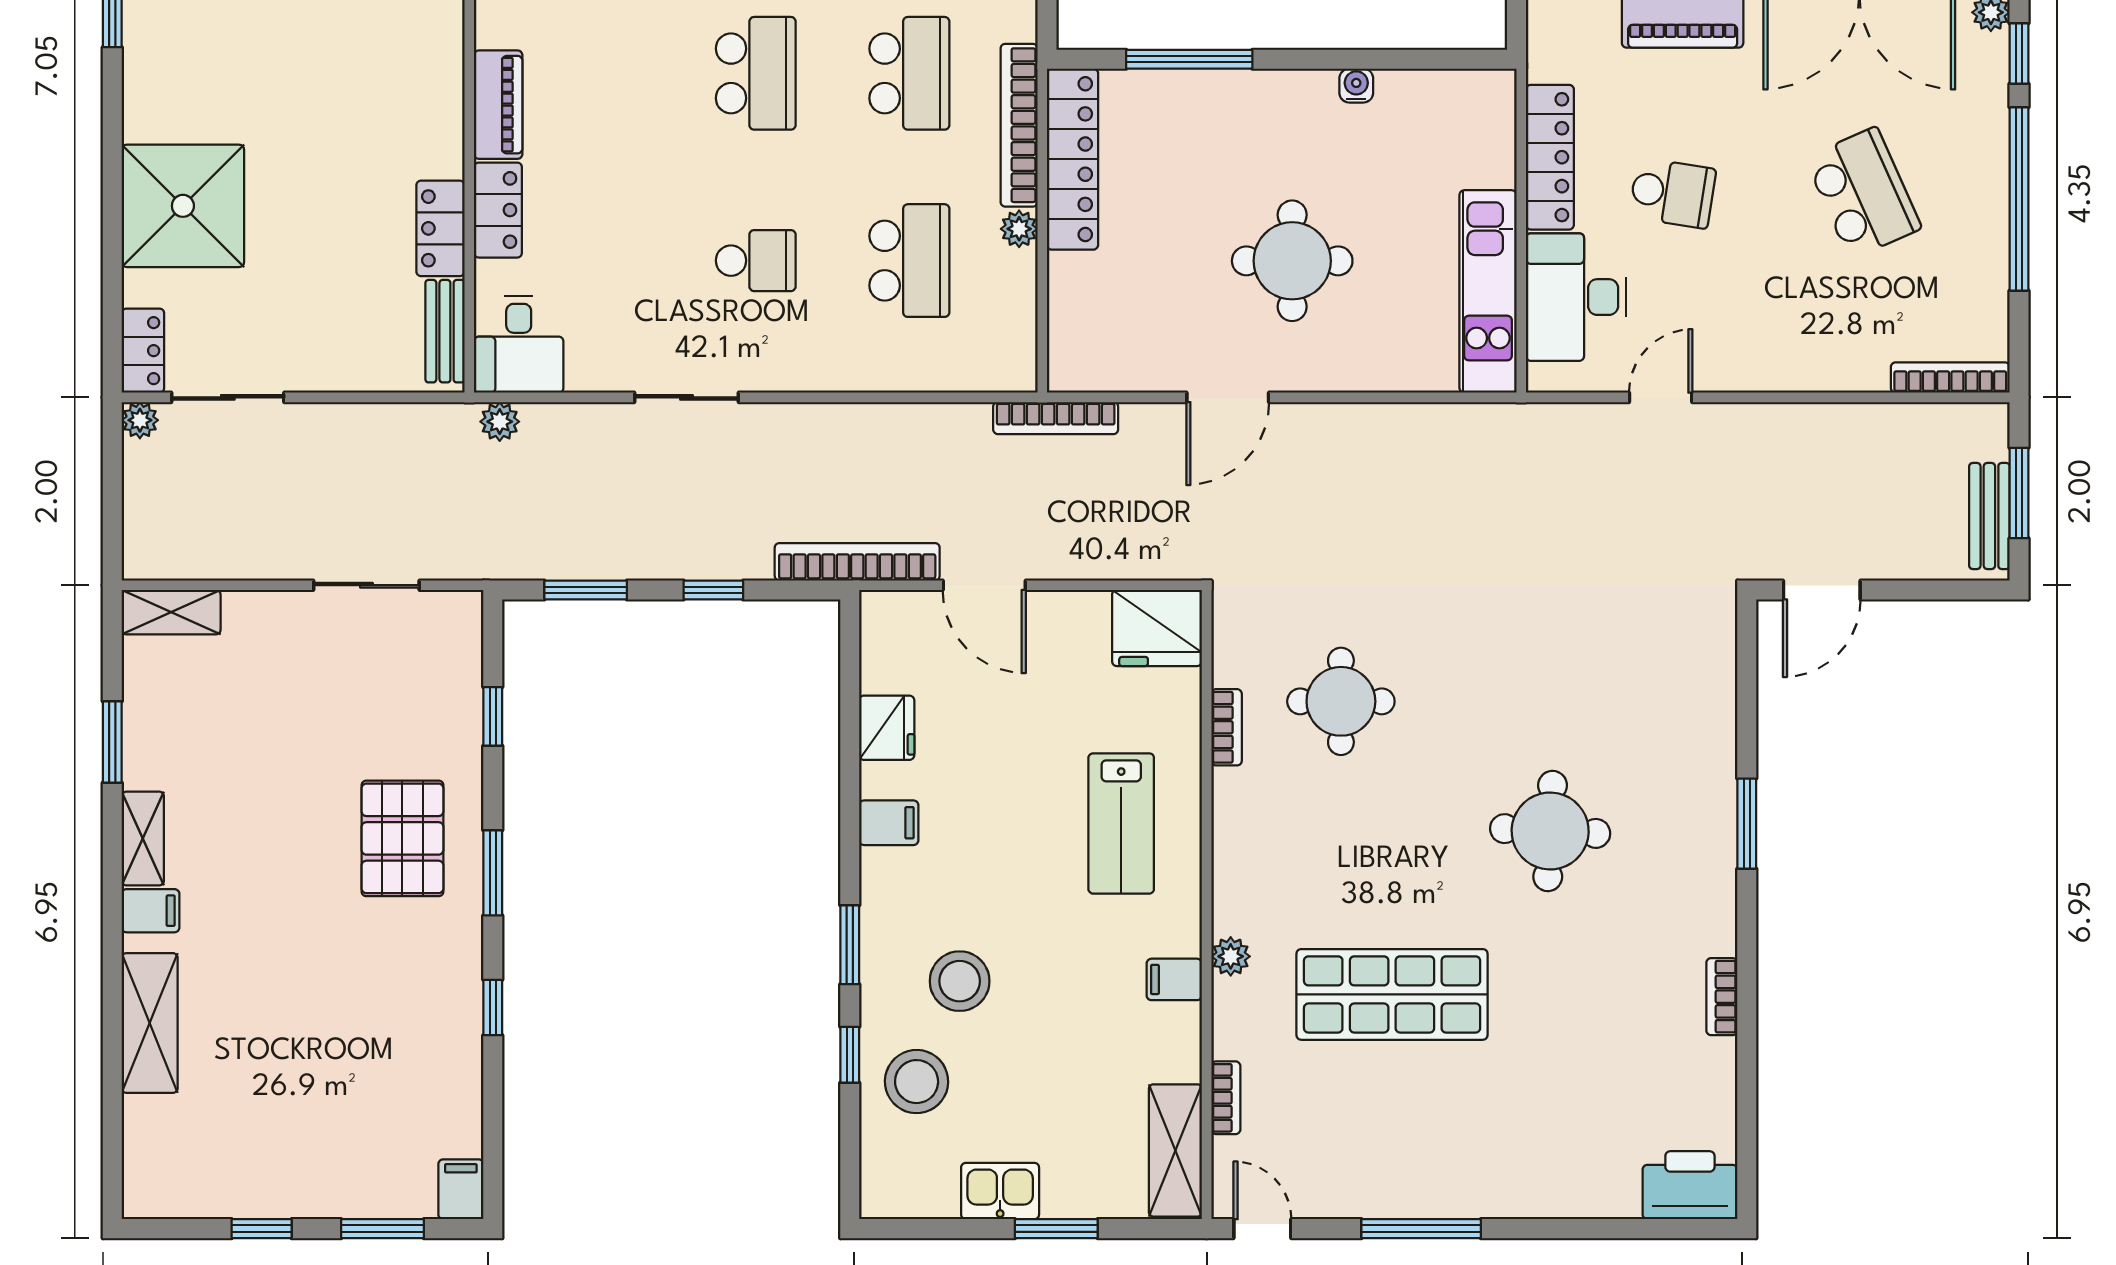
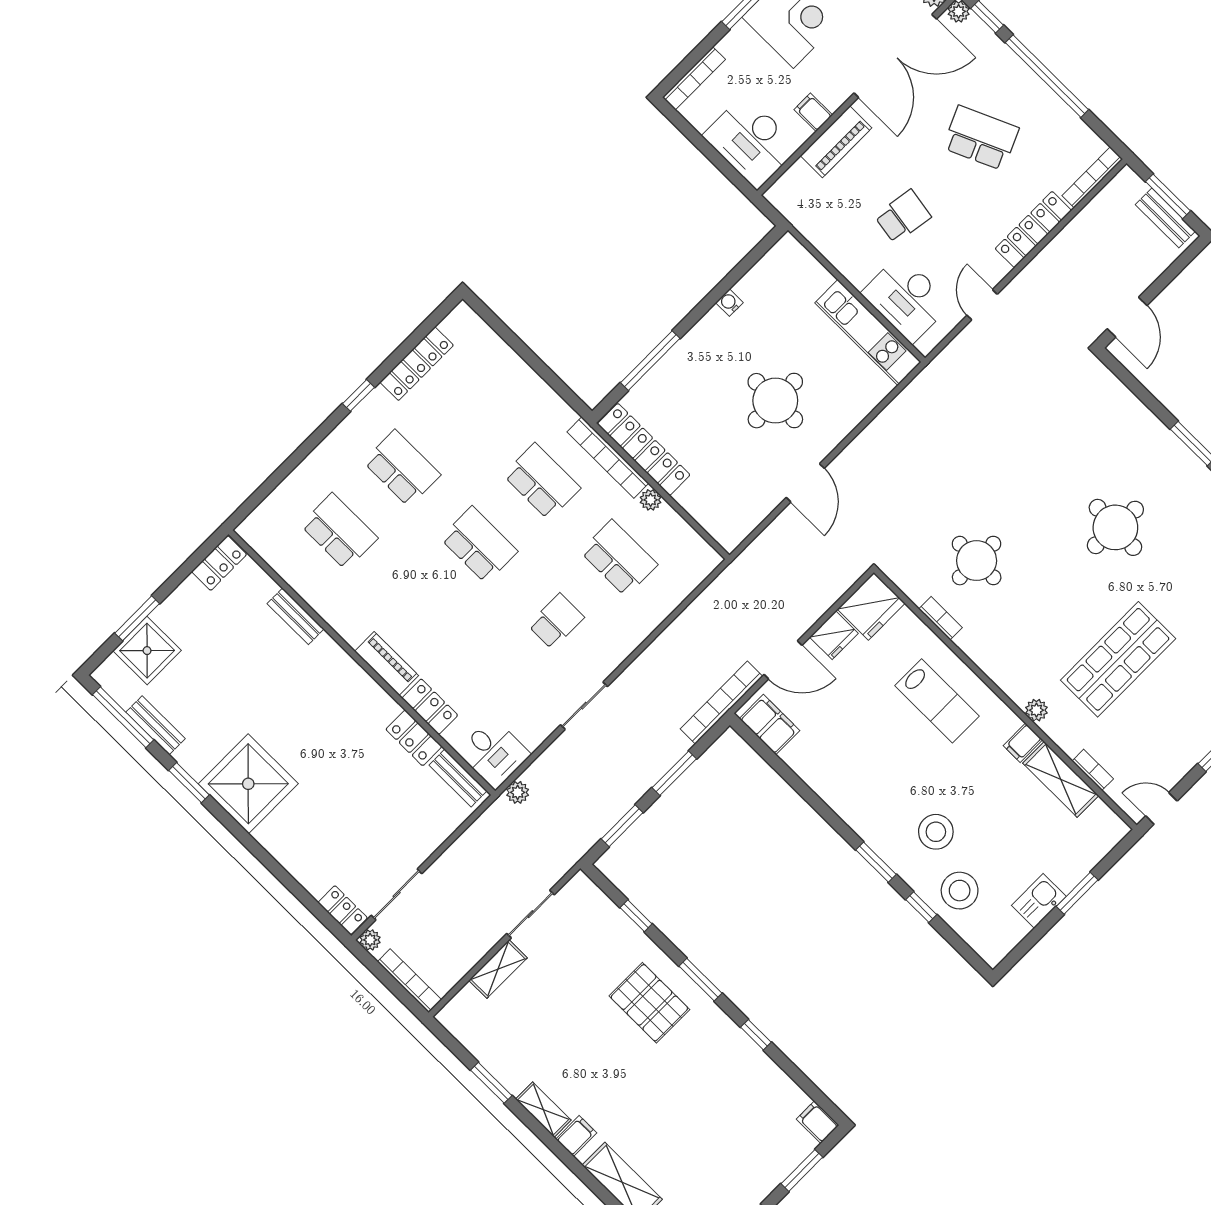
locker: (1550, 157) -> (1033, 230), moved, turned -90
shower: (183, 206) -> (248, 784), moved
bookcase: (1056, 418) -> (409, 981), moved, turned -90
window: (713, 590) -> (674, 773), width x1.50
shelving: (171, 612) -> (498, 969), moved
fridge: (887, 728) -> (834, 635), moved, turned 90
filing cabinet: (889, 823) -> (770, 725), moved, width x2.00
shelving: (1175, 1150) -> (1061, 779), moved

